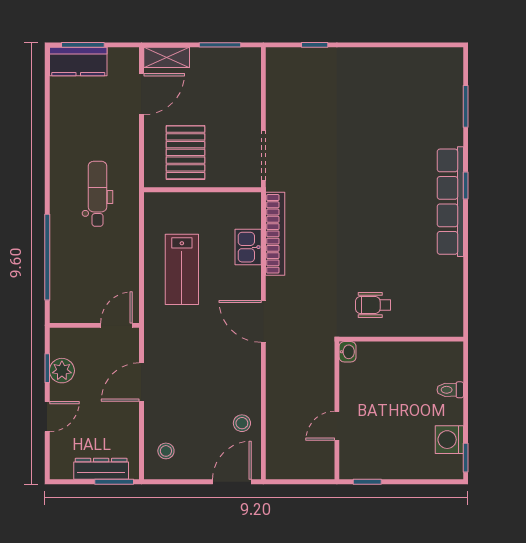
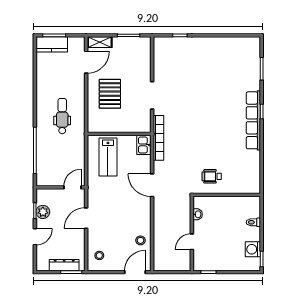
wall: (202, 190) -> (119, 134), moved
washbasin: (348, 352) -> (198, 214), moved

